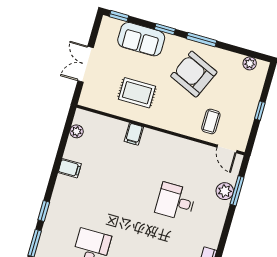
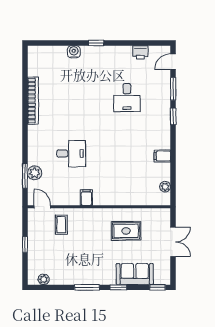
armchair: (194, 74) -> (85, 258), removed
filing cabinet: (134, 134) -> (86, 197), moved

